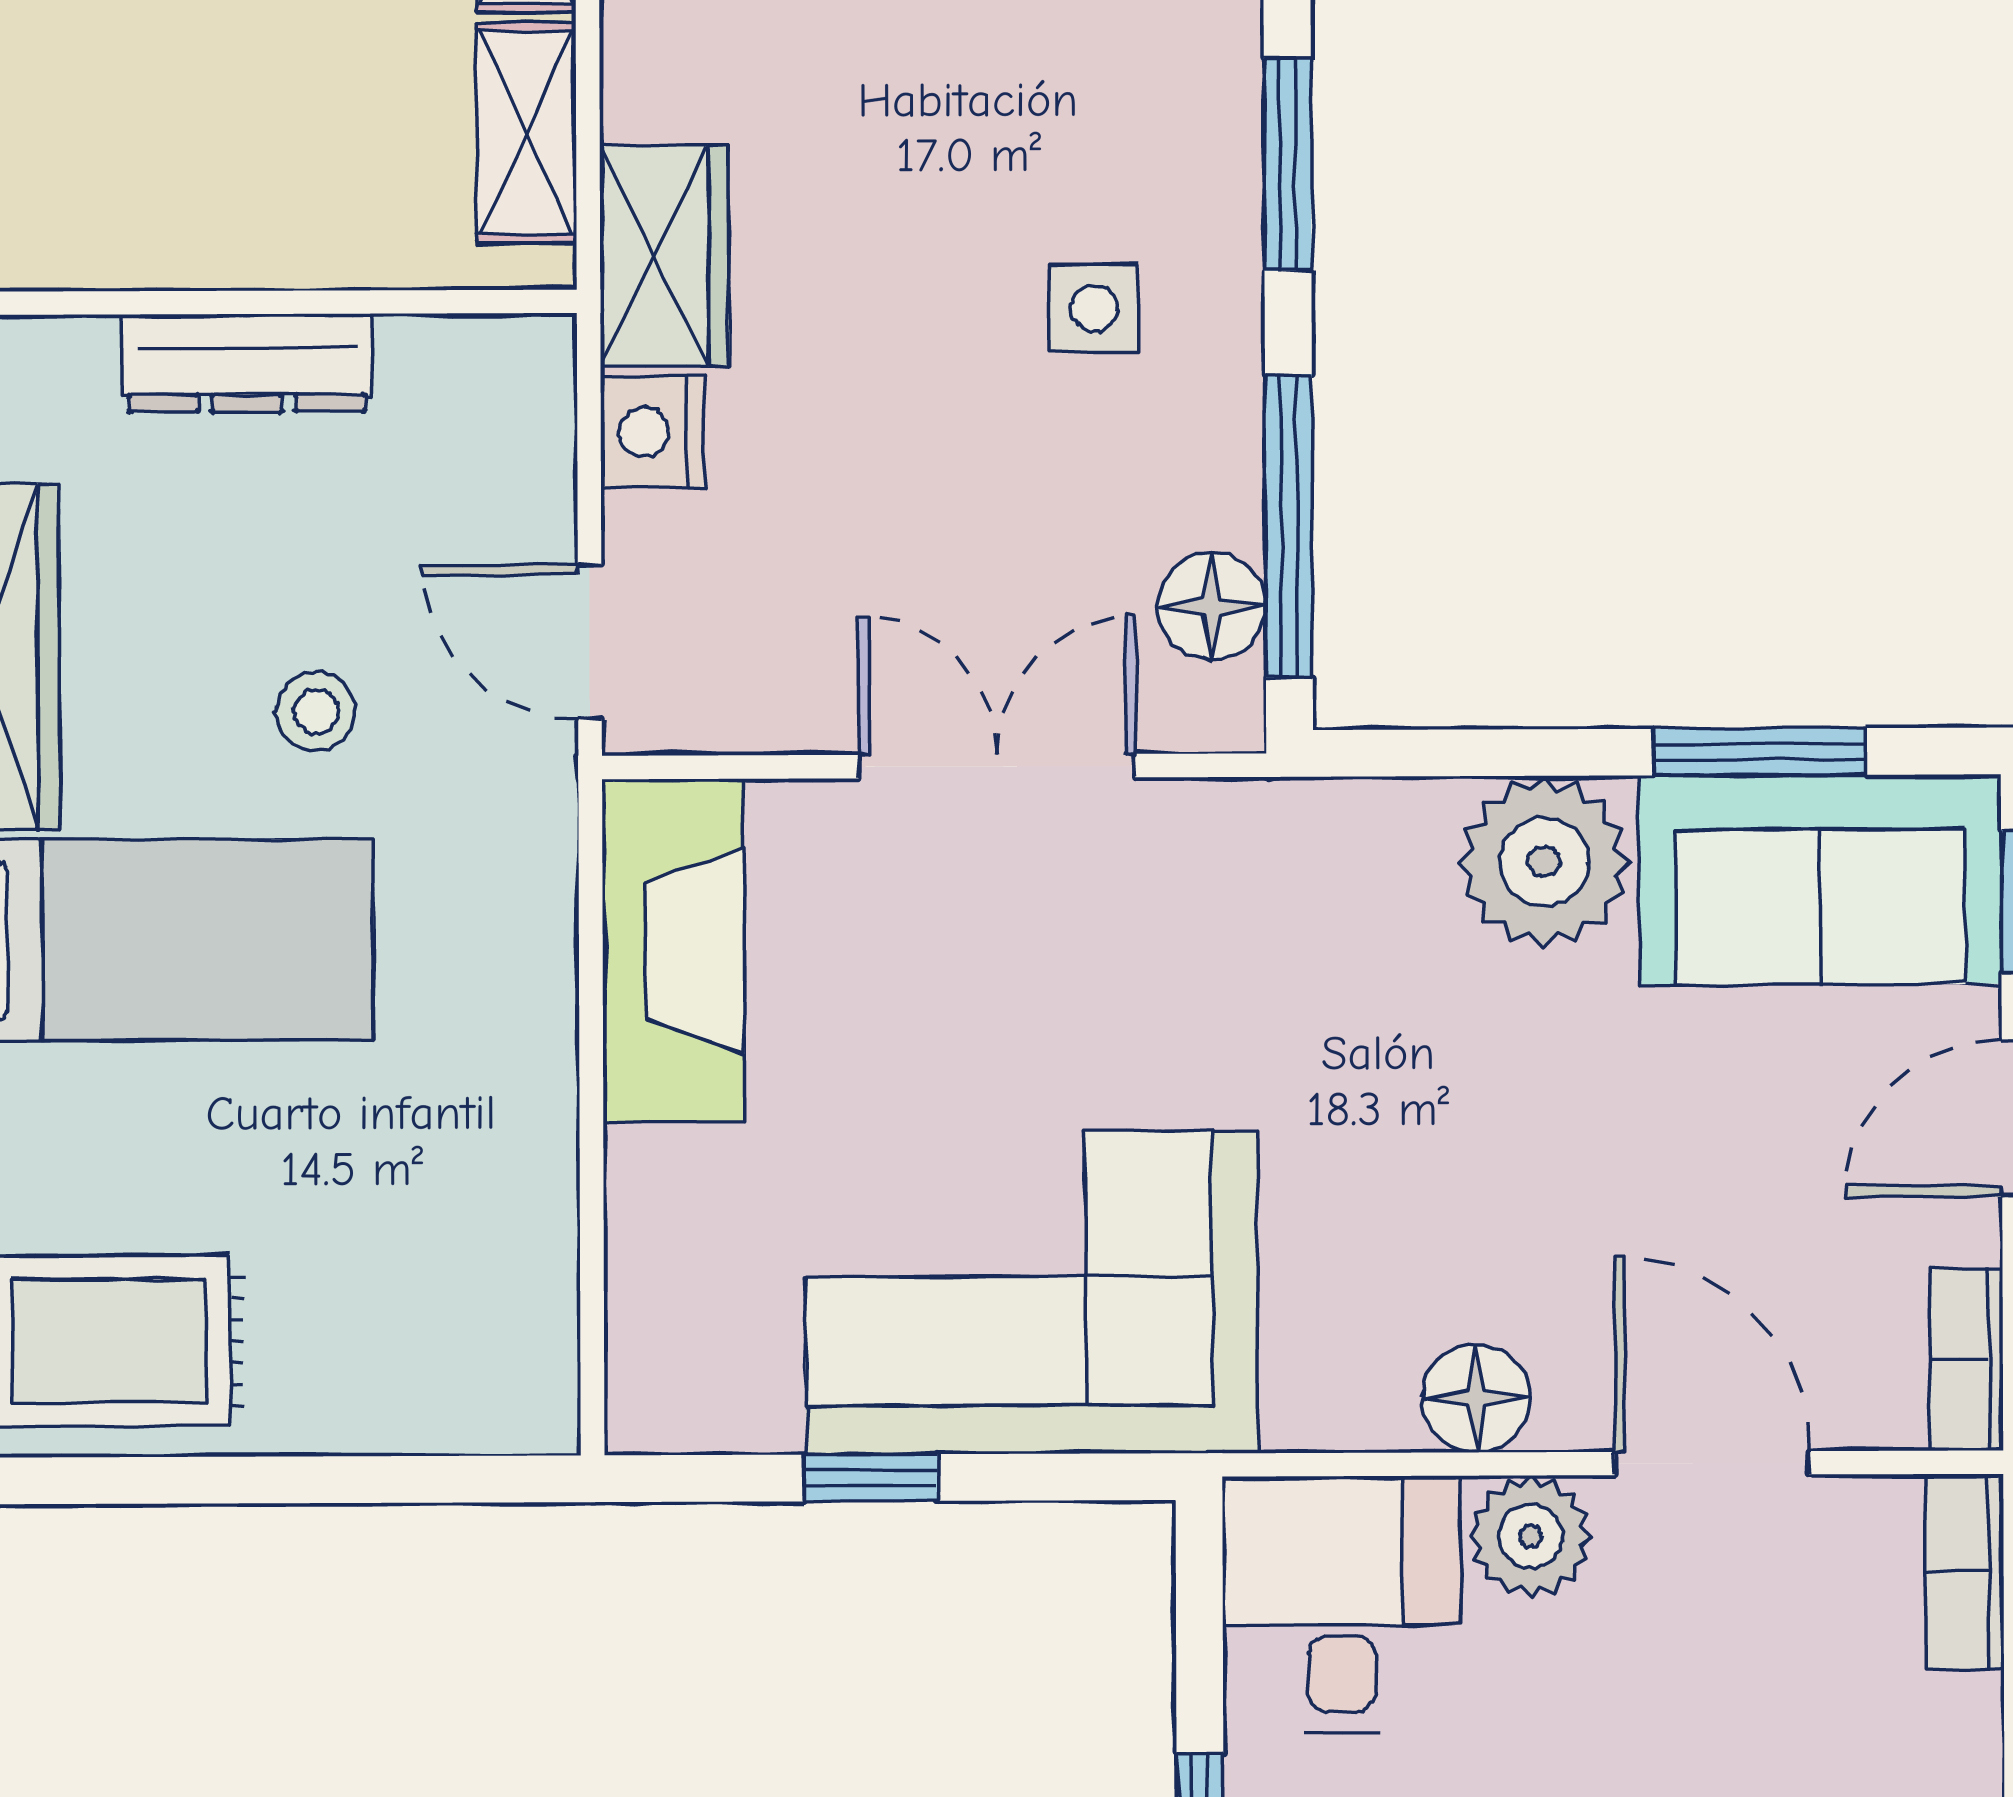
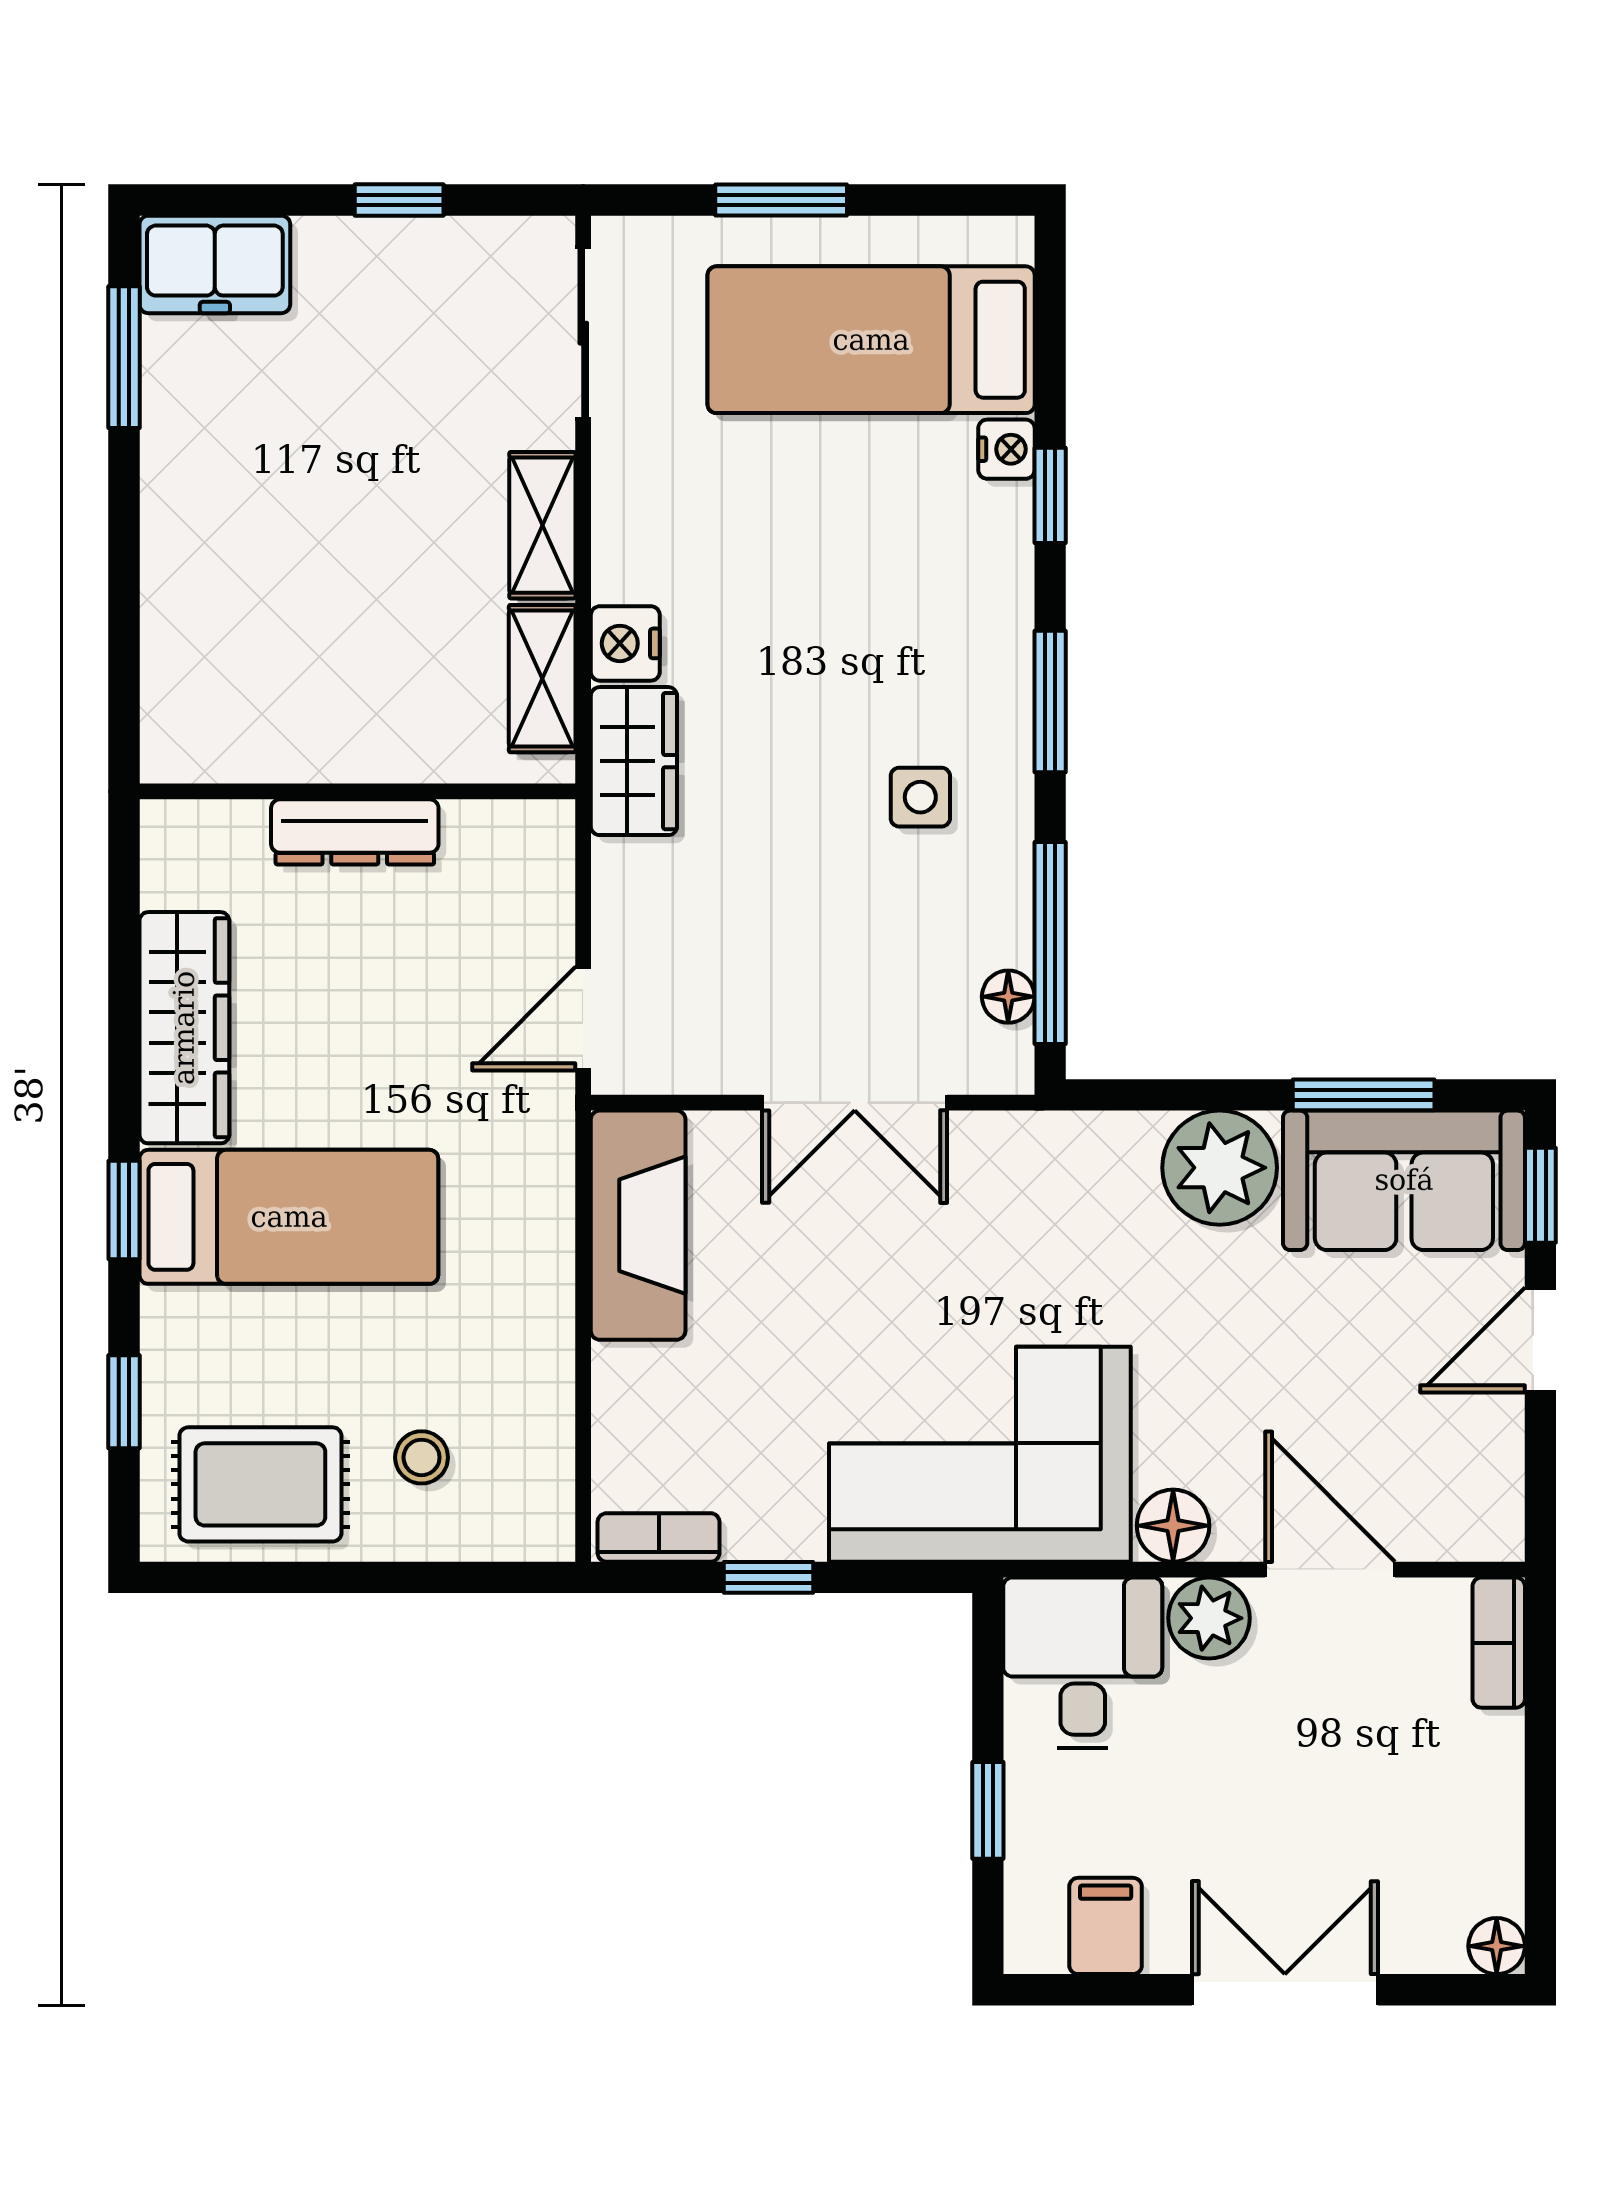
nightstand: (652, 432) -> (625, 643), moved
floor lamp: (1212, 607) -> (1008, 997), width x0.73, depth x0.73
door: (590, 642) -> (583, 1019), hinge flipped
stool: (316, 711) -> (422, 1457), moved
double door: (997, 766) -> (855, 1103), swing flipped
corner sofa: (1031, 1293) -> (980, 1454), moved
bookcase: (1966, 1359) -> (659, 1537), moved, turned 90

